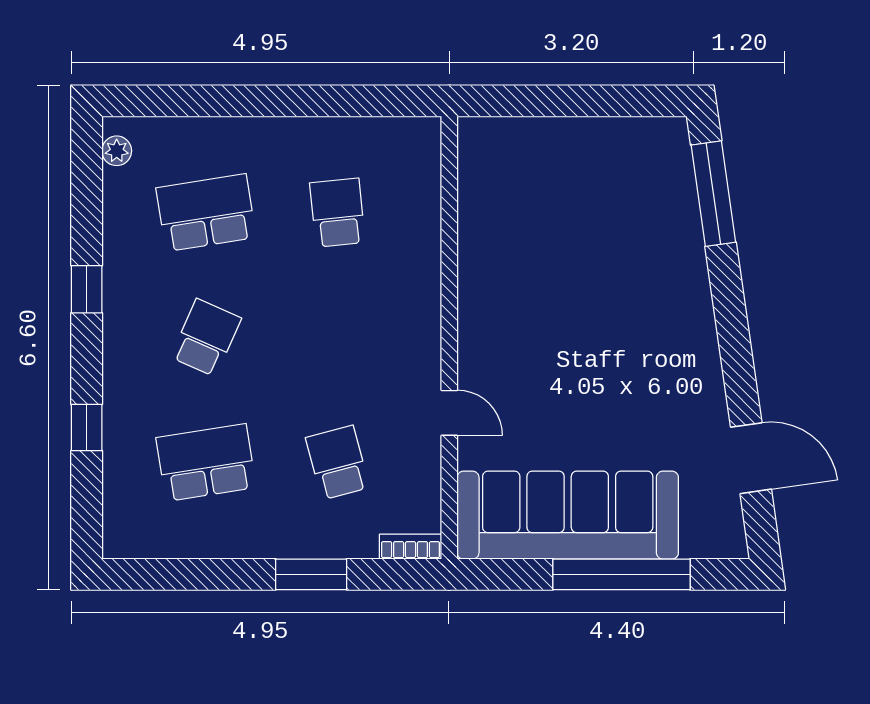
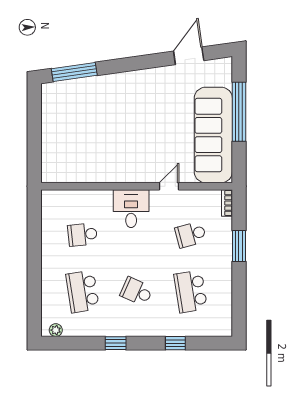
desk: (398, 325) -> (131, 209), added

